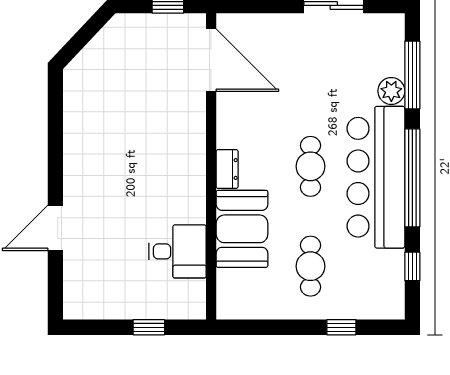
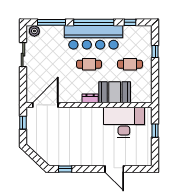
plant: (391, 91) -> (34, 31), moved
window: (55, 108) -> (65, 169), added
desk: (178, 251) -> (124, 122), width x1.87, depth x1.30

